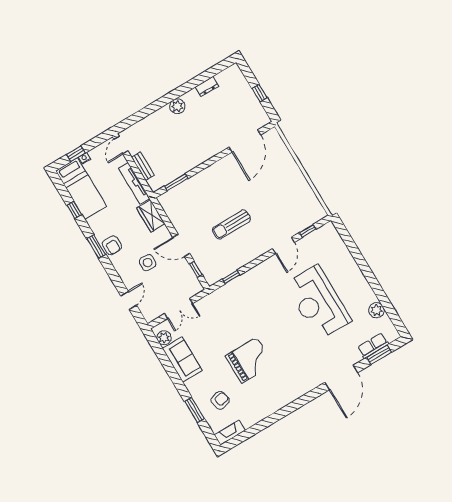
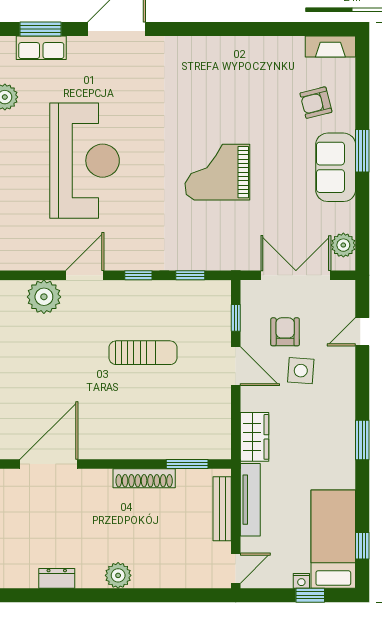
shoe rack: (193, 162) -> (144, 478), added
bench: (143, 166) -> (222, 509), width x1.36
window: (74, 210) -> (362, 546), moved
plant: (297, 223) -> (44, 297), added
window: (308, 231) -> (138, 275), moved
armchair: (112, 245) -> (285, 332), moved
double door: (179, 309) -> (296, 275), width x1.37
sofa: (182, 359) -> (336, 167), moved
grand piano: (249, 360) -> (217, 172), moved
window: (194, 410) -> (362, 151), moved

